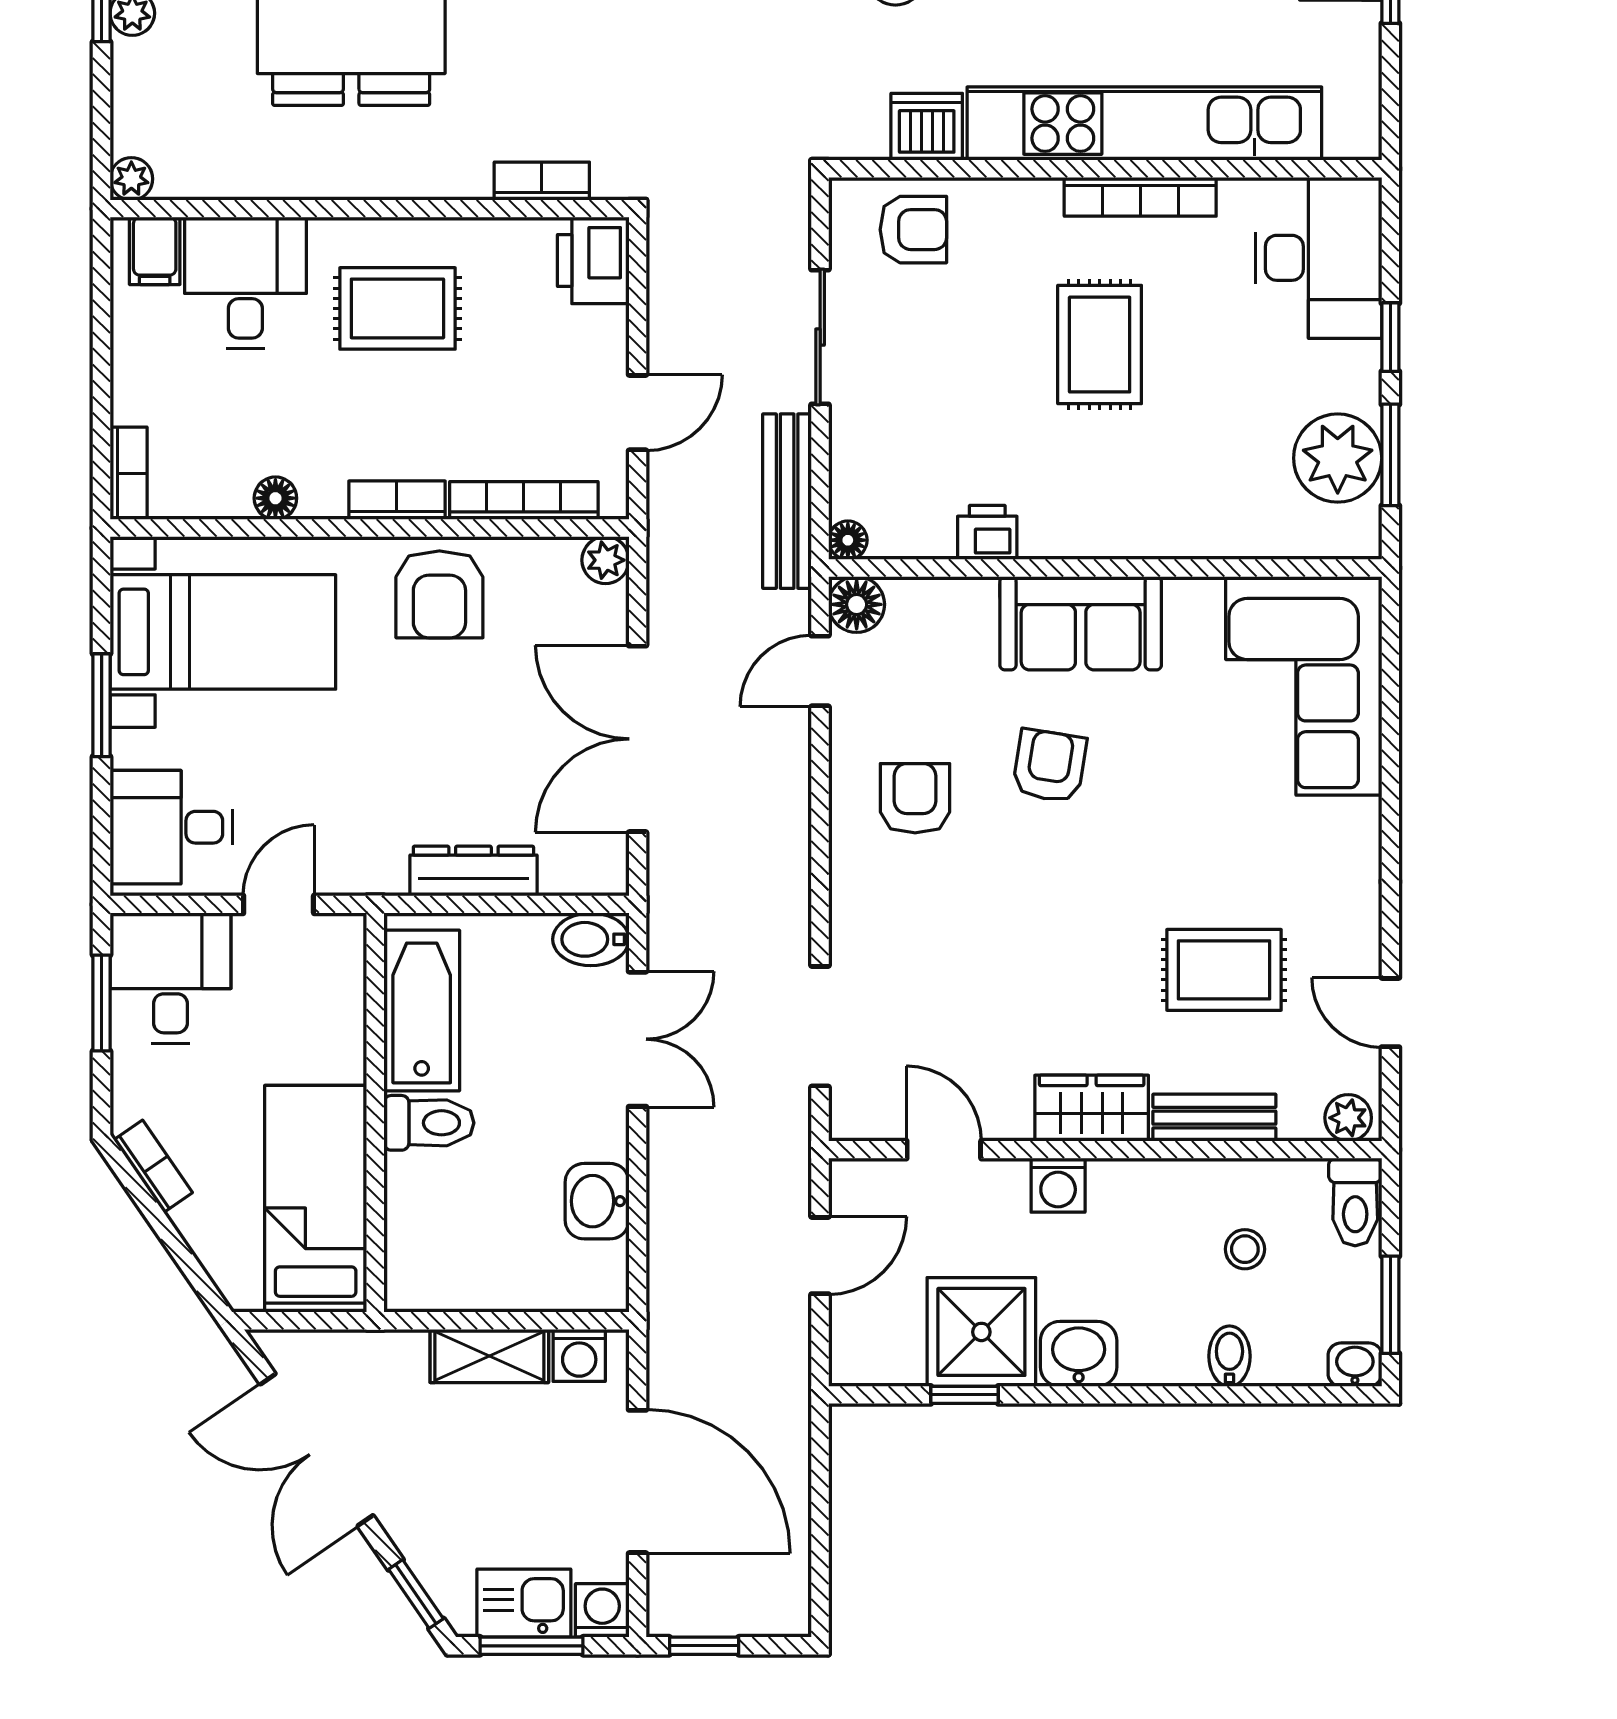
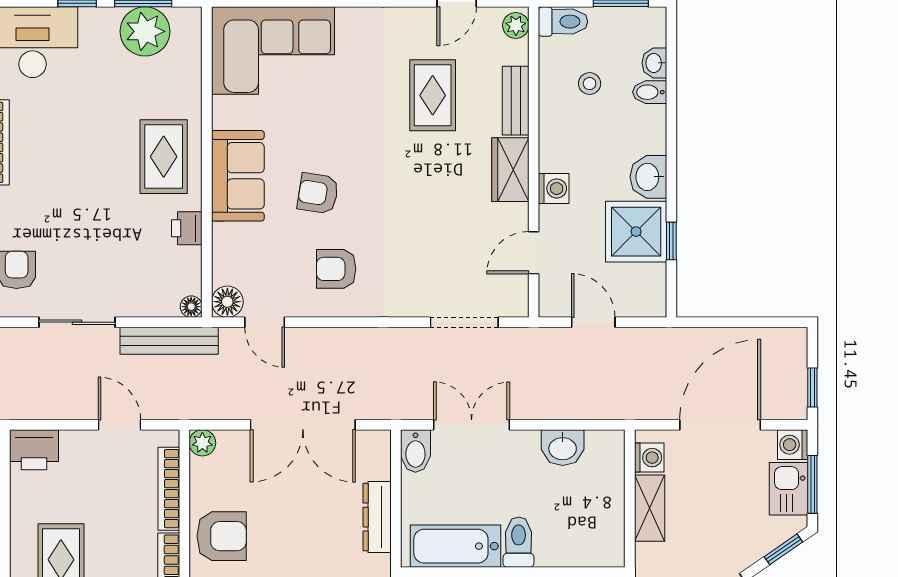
rug: (1100, 345) -> (164, 157), moved, turned 90
washbasin: (1355, 1365) -> (654, 63), moved

